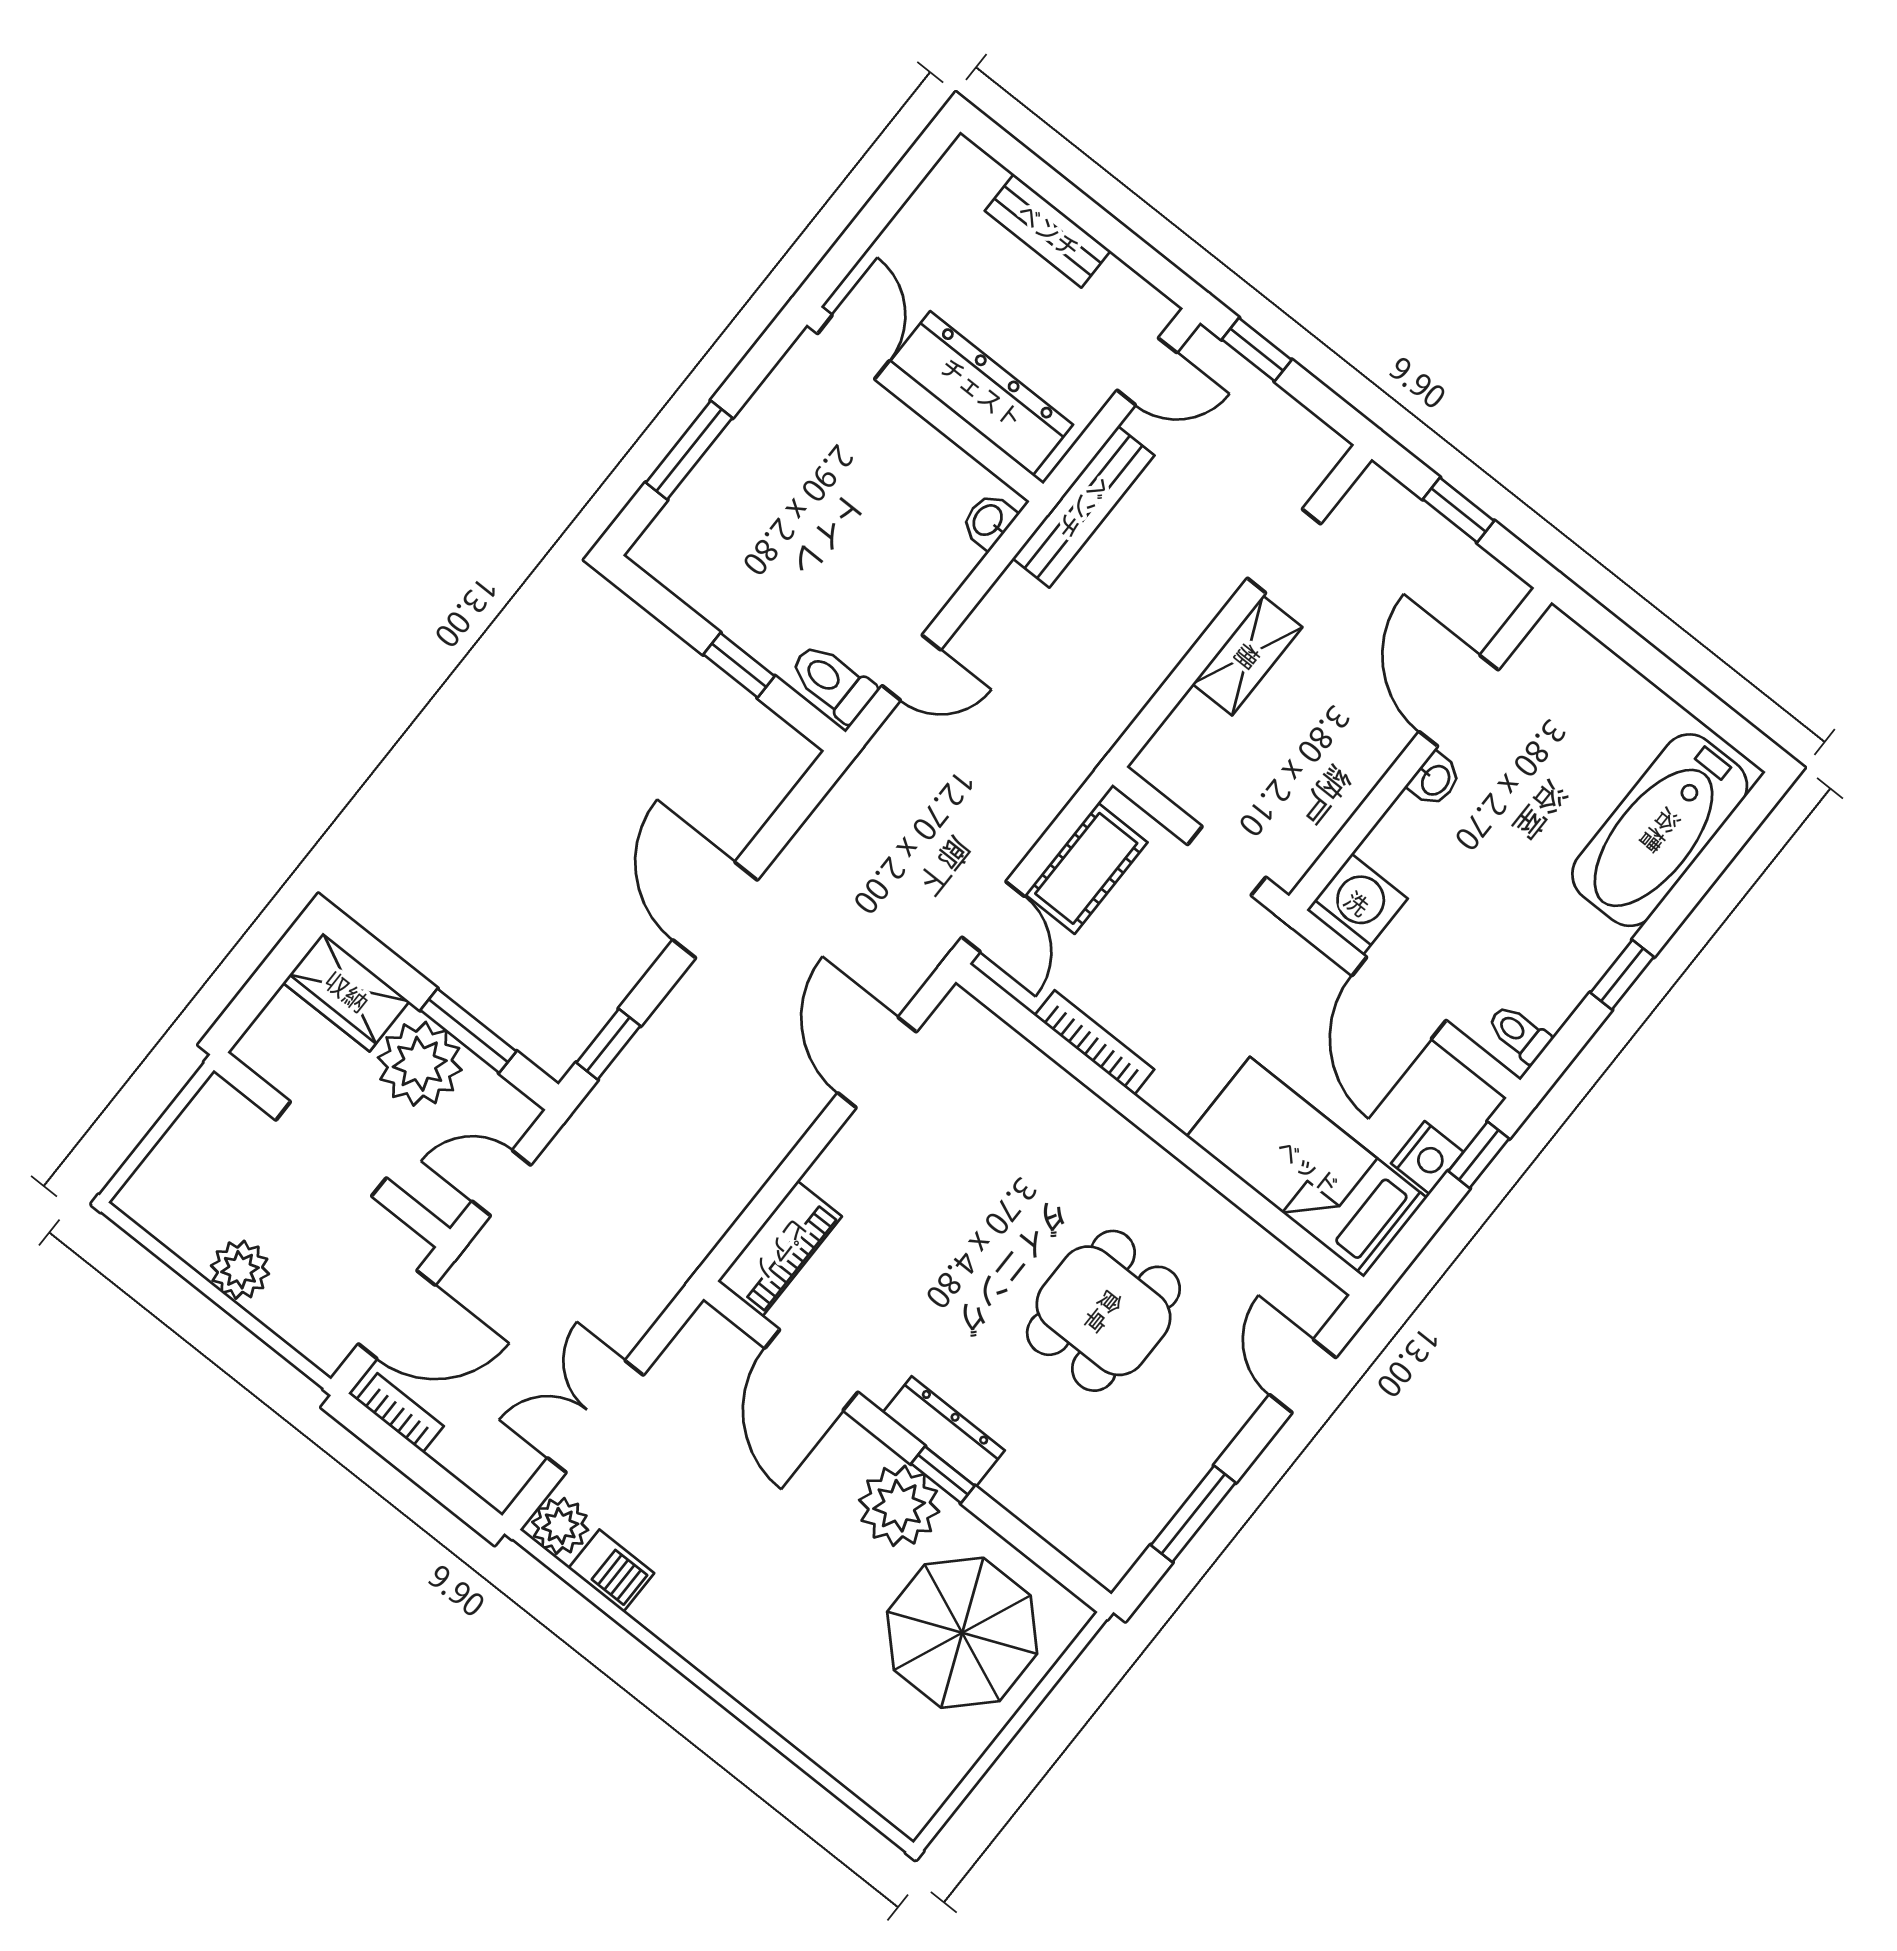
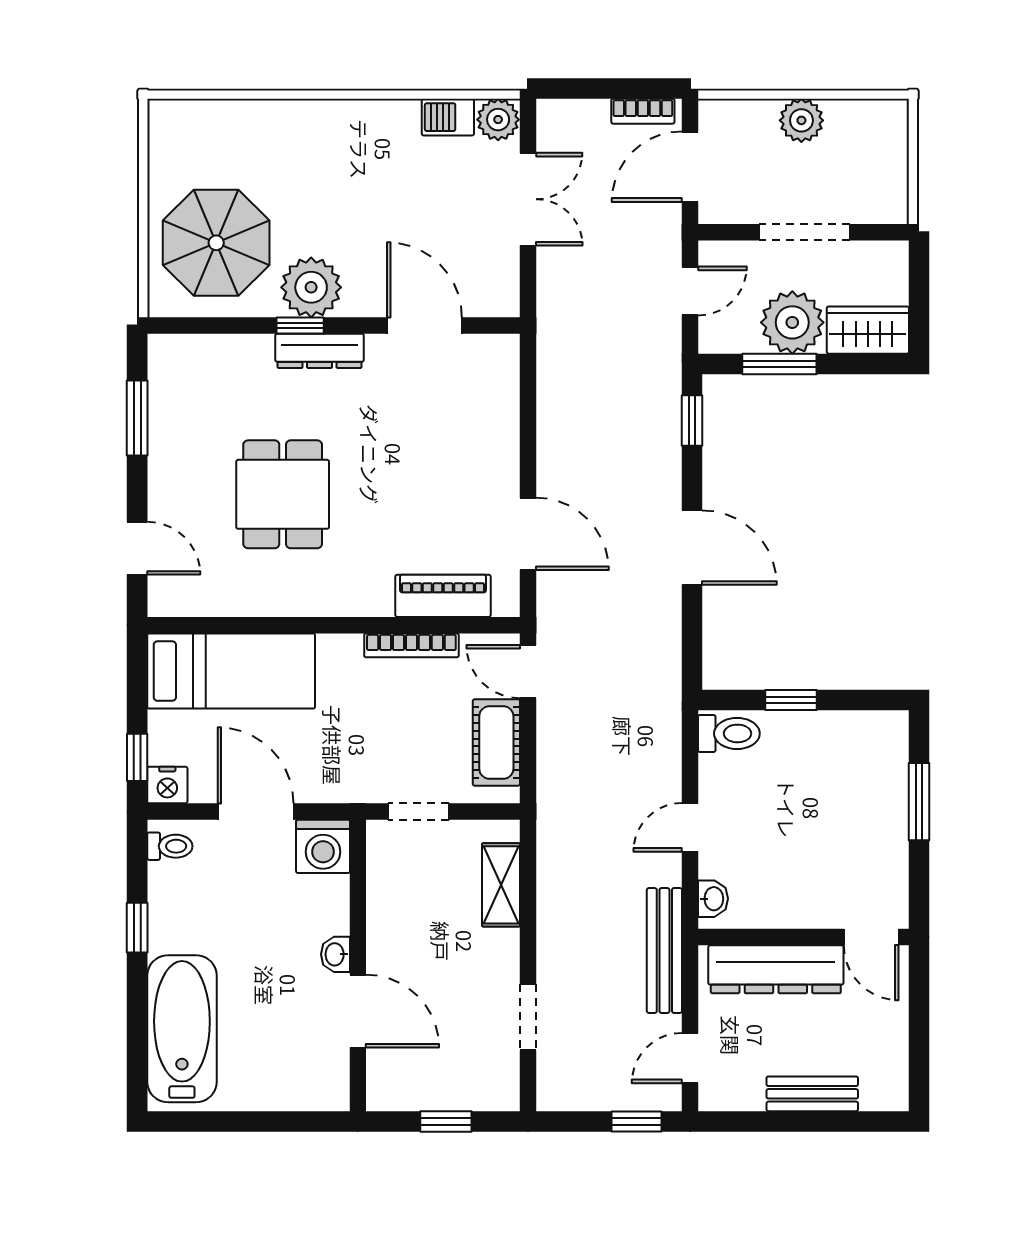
shelving: (1247, 656) -> (501, 885), moved
door: (911, 668) -> (690, 827), moved
nightstand: (1427, 1158) -> (167, 785), moved, turned -90
piano: (780, 1249) -> (443, 596), moved, turned 90

